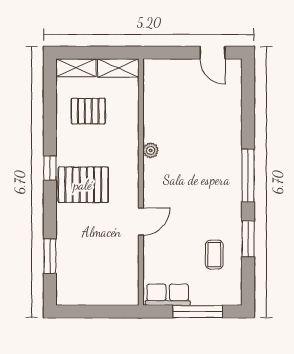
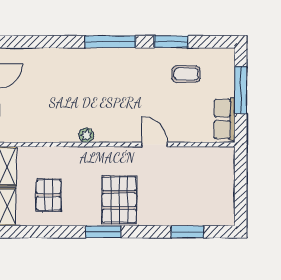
window: (50, 168) -> (103, 232), width x1.50

